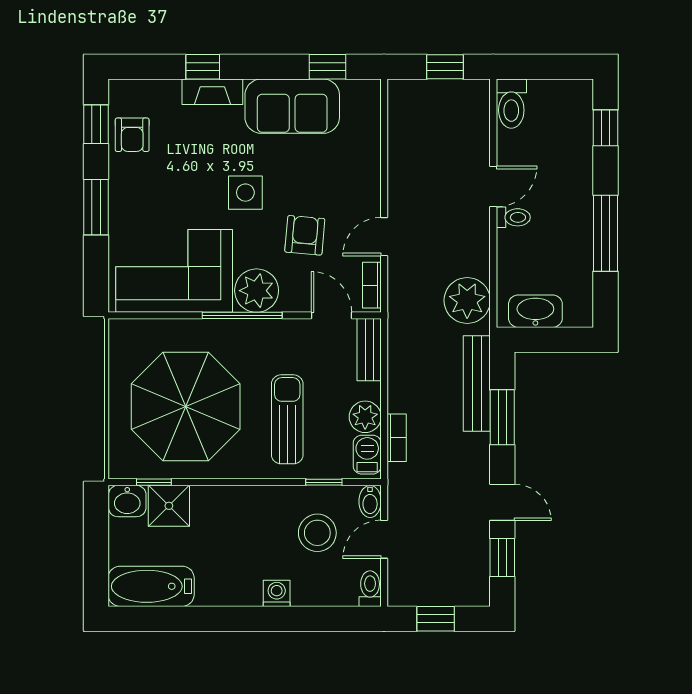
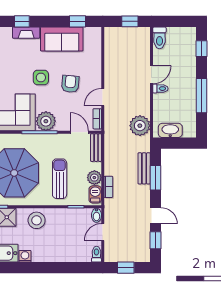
armchair: (305, 235) -> (70, 84), moved
bench: (477, 383) -> (144, 168), width x0.73
stool: (317, 533) -> (37, 220), moved
washing machine: (277, 593) -> (25, 256), moved

